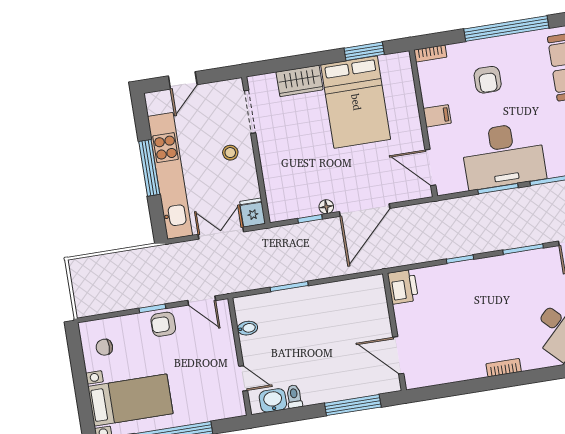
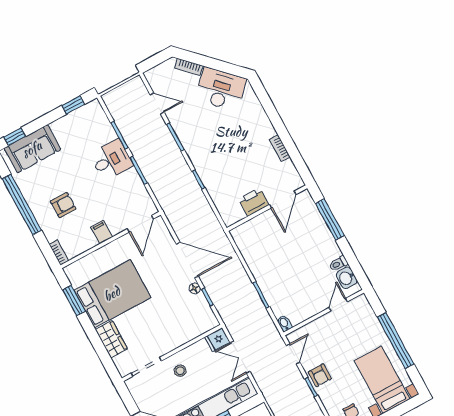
desk: (503, 156) -> (111, 160), width x0.53, depth x0.77
printer: (403, 287) -> (254, 202), moved
bidet: (247, 328) -> (284, 323), moved
bookcase: (504, 368) -> (280, 148), moved

